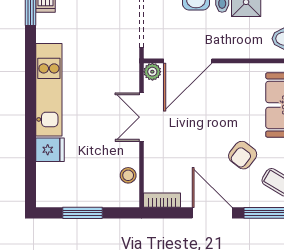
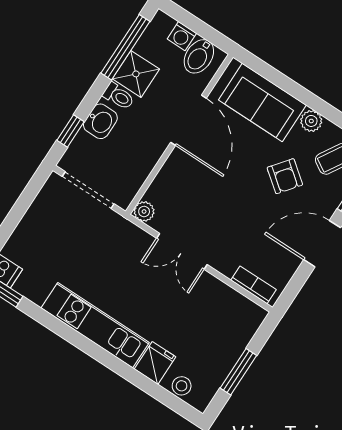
door: (188, 61) -> (188, 120), moved
stool: (128, 175) -> (182, 386), moved
bookcase: (162, 200) -> (253, 285), moved, turned 90

